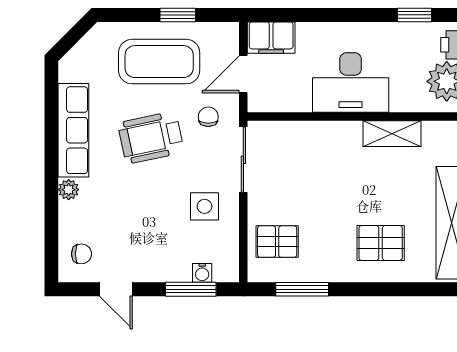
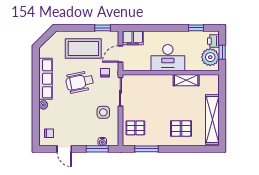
window: (178, 15) -> (103, 28), moved

